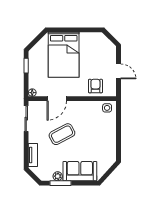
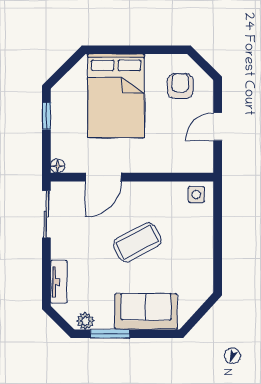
door: (119, 71) -> (218, 127), swing flipped
armchair: (95, 86) -> (180, 86), moved
coffee table: (62, 134) -> (137, 242), moved
plant: (58, 176) -> (85, 321), moved

